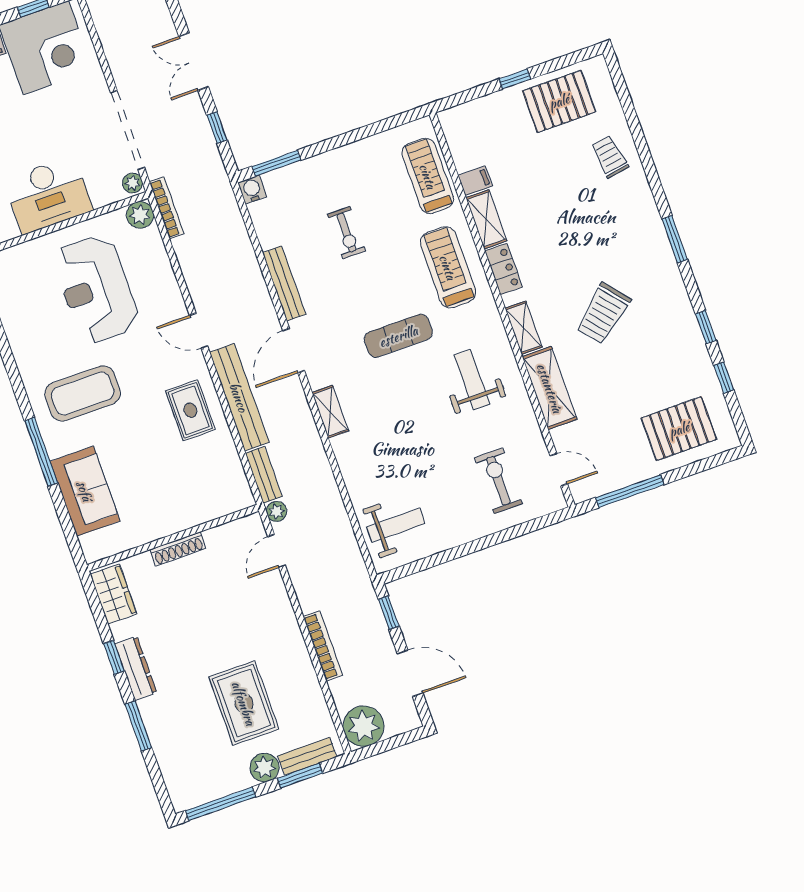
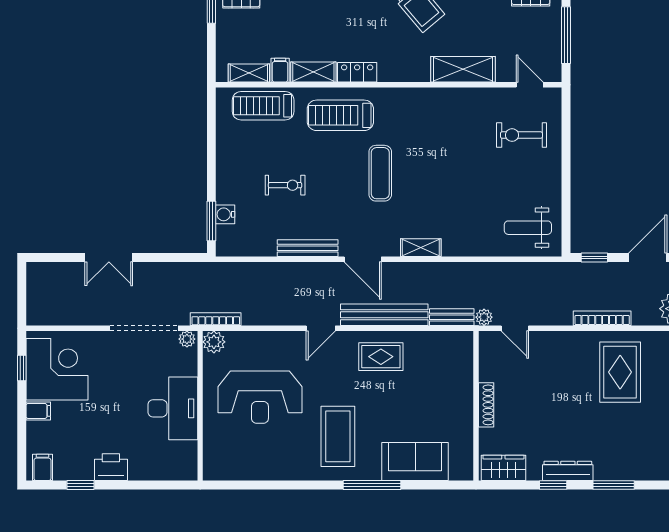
window: (217, 128) -> (167, 258), removed
water cooler: (252, 190) -> (225, 214), moved
shelving: (523, 328) -> (249, 73), moved
weight bench: (472, 380) -> (435, 128), removed
door: (559, 470) -> (530, 85), hinge flipped
weight bench: (396, 525) -> (528, 228), turned -90
rug: (244, 703) -> (620, 372), moved, turned 90

